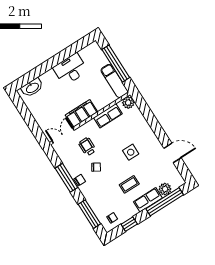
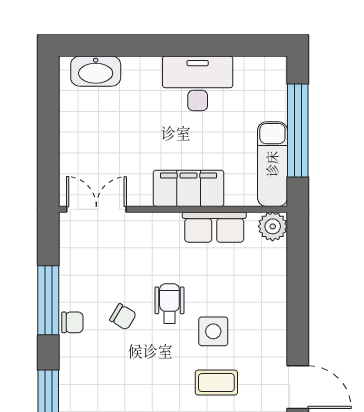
filing cabinet: (81, 114) -> (189, 188), moved
wheelchair: (87, 147) -> (169, 303), moved
coffee table: (129, 184) -> (216, 383), moved

